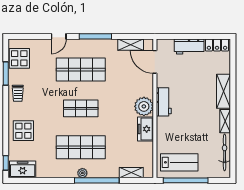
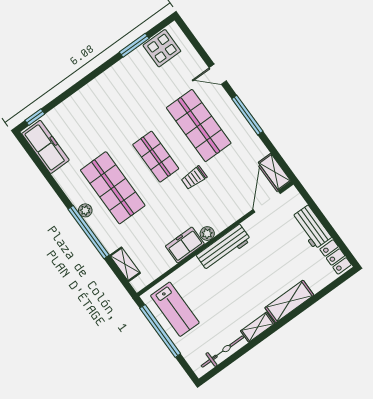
shelving: (131, 45) -> (275, 172), moved
trolley: (18, 93) -> (194, 178), moved
workbench: (164, 102) -> (224, 248), width x1.38
plant: (144, 106) -> (207, 234), width x0.53, depth x0.53
display table: (23, 131) -> (85, 111), removed
freezer: (23, 169) -> (45, 147), width x1.40

